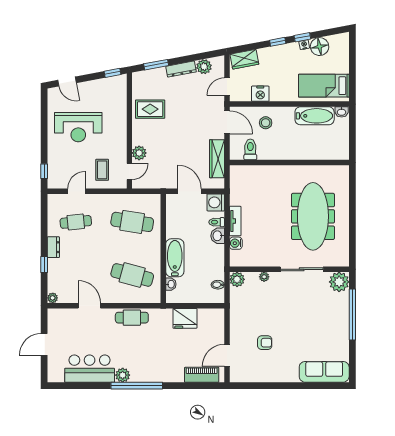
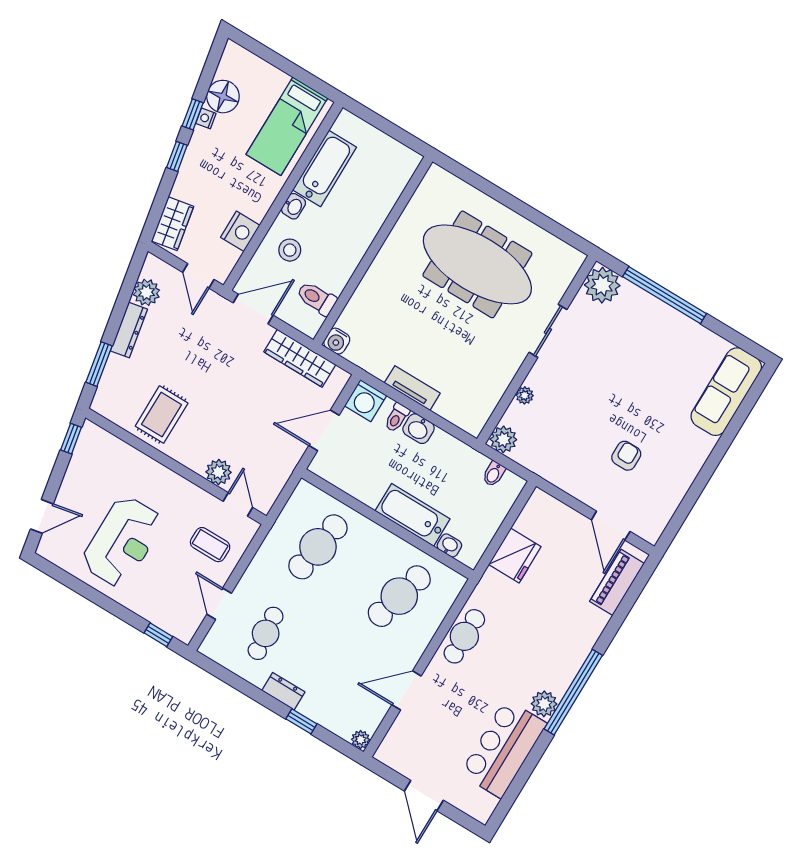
washbasin: (342, 112) -> (294, 206), moved
water cooler: (236, 243) -> (337, 341), moved
sliding door: (302, 269) -> (548, 331), width x0.73

